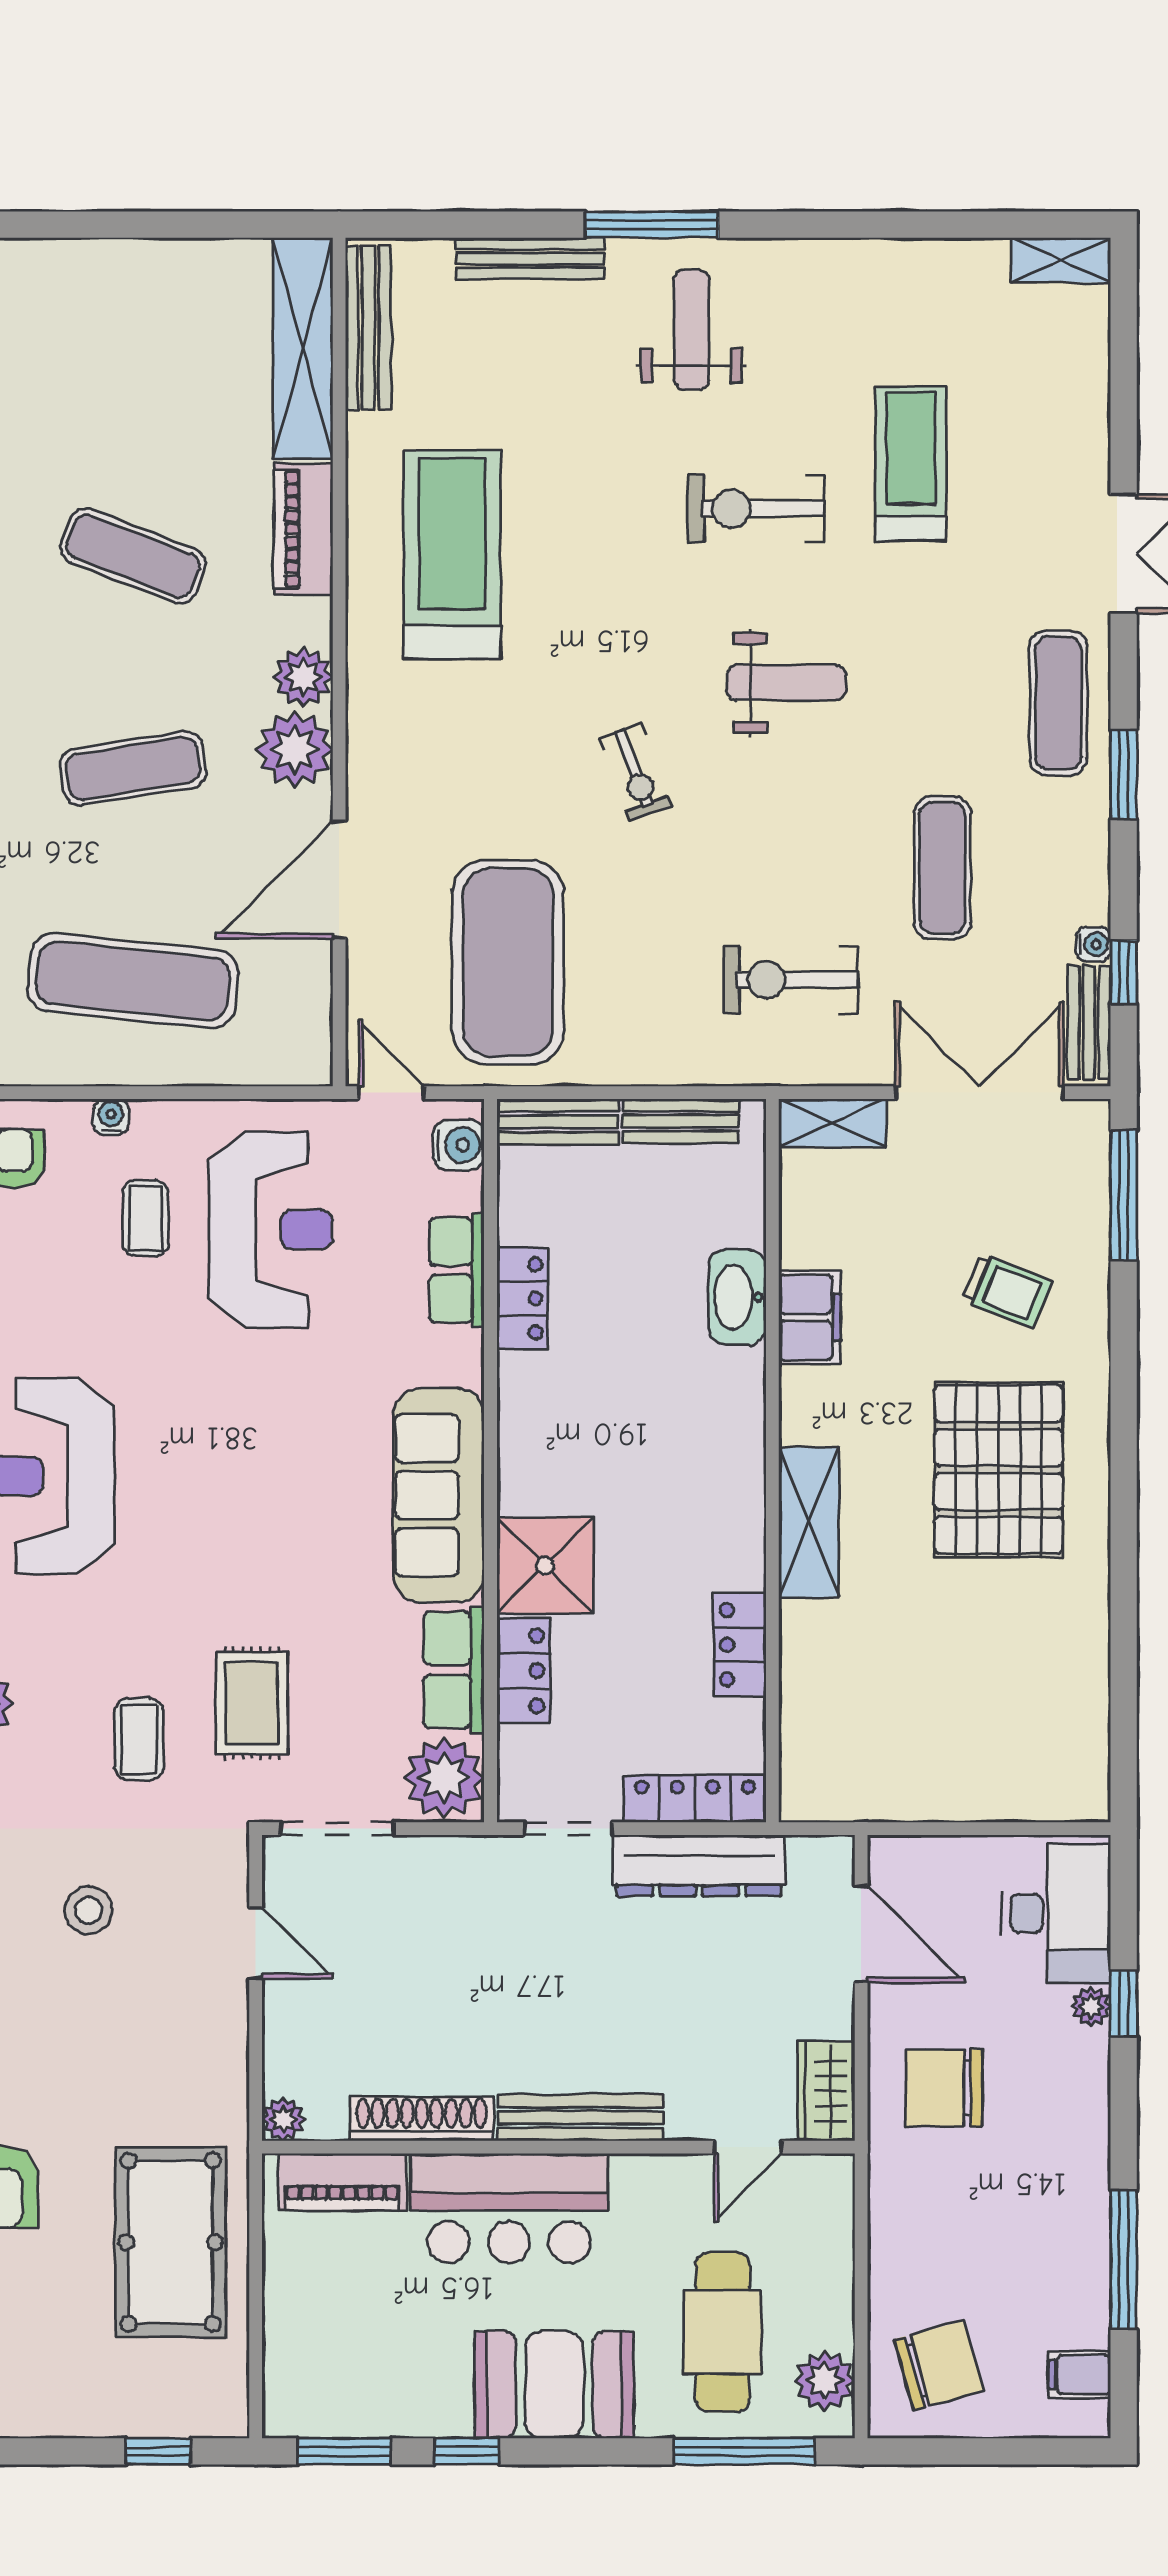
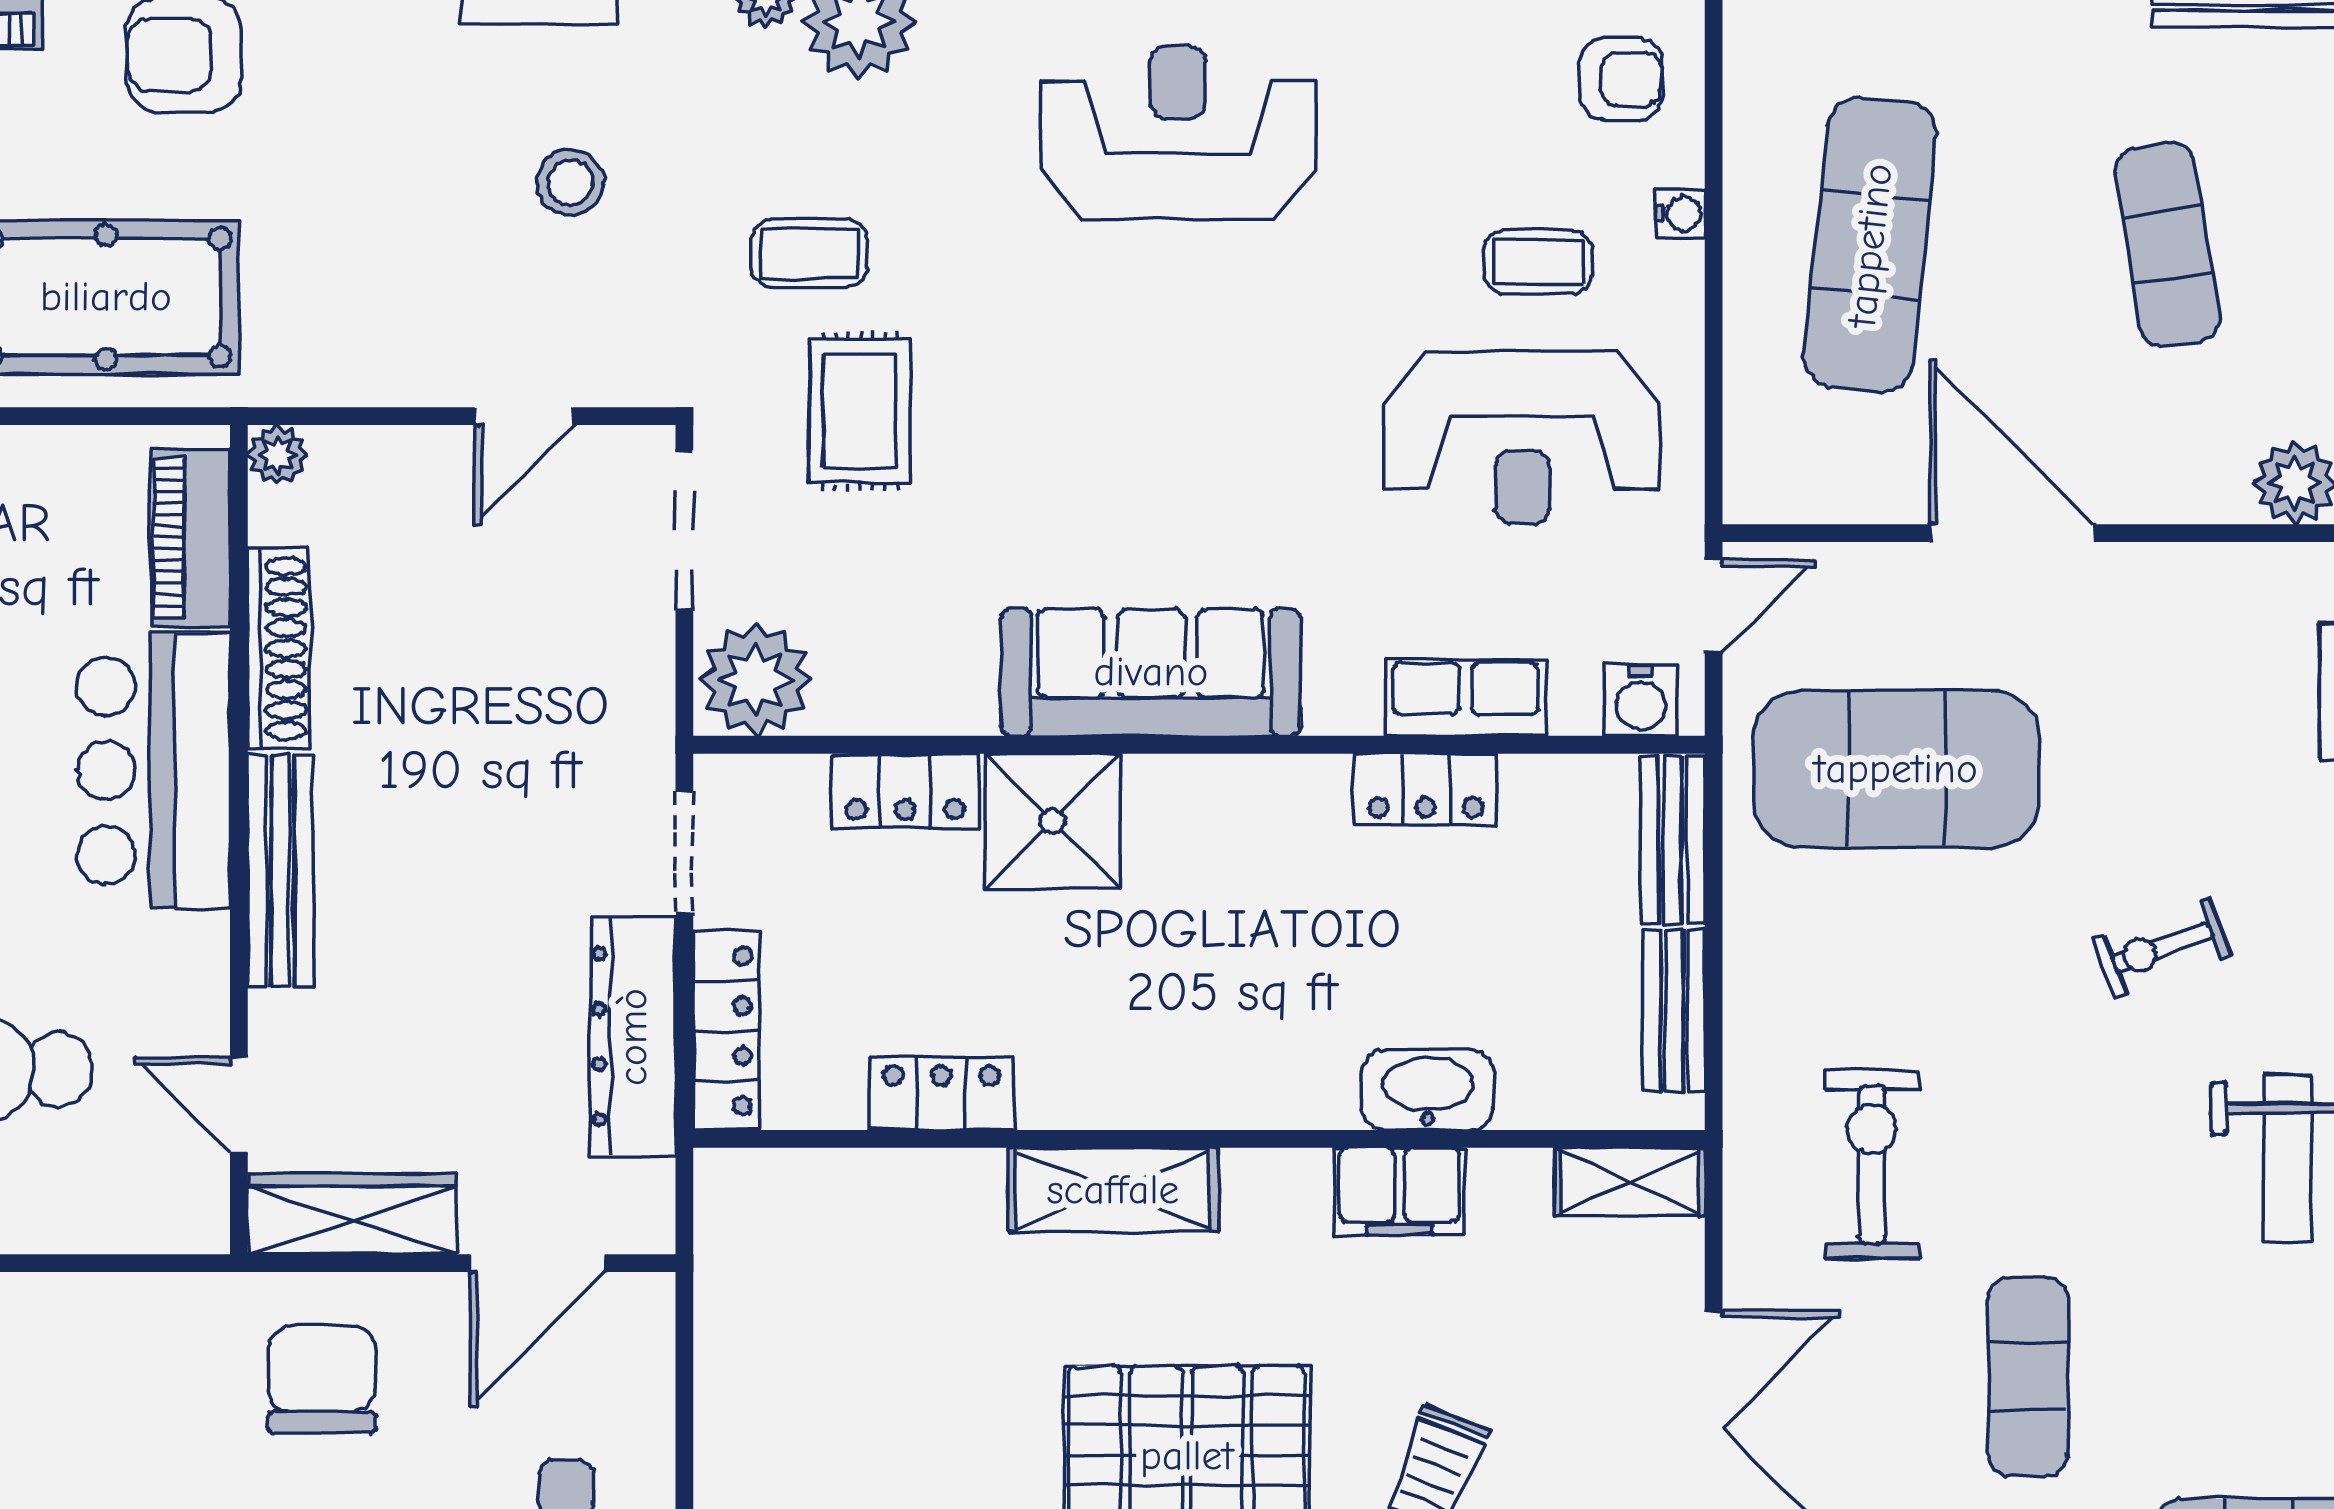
plant: (295, 749) -> (2194, 471), removed
exercise mat: (942, 868) -> (2028, 1377), turned 90
shelving: (833, 1123) -> (1629, 1182), moved, turned 90
row of seats: (454, 1670) -> (906, 694), removed
rug: (252, 1703) -> (860, 411), turned 90
wardrobe: (826, 2091) -> (352, 1214), width x1.50

